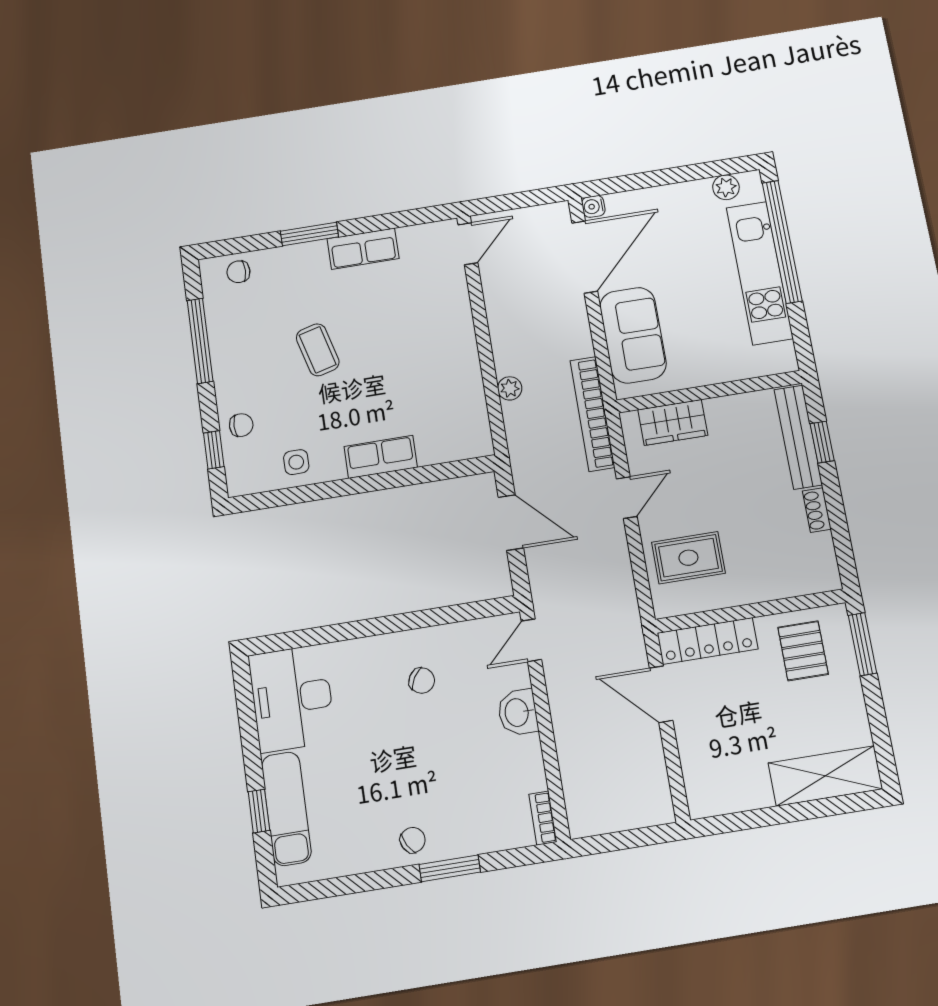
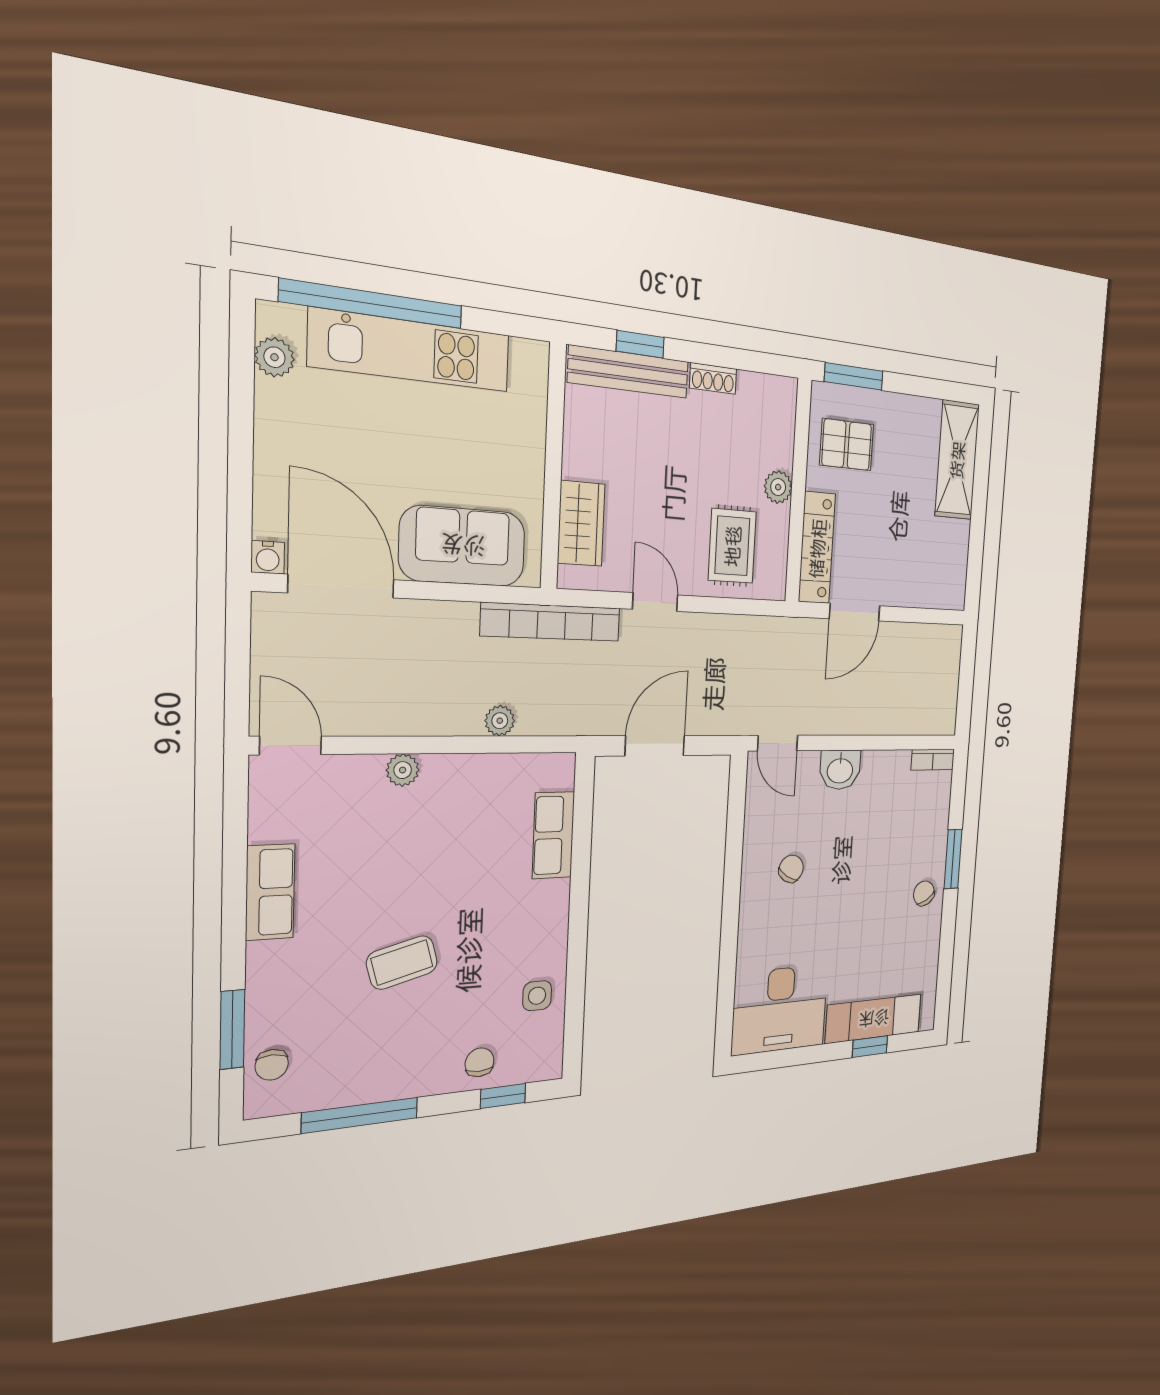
window: (309, 234) -> (232, 1029), moved
plant: (462, 323) -> (403, 770), added
row of seats: (381, 457) -> (553, 835), moved
plant: (748, 590) -> (778, 487), added

